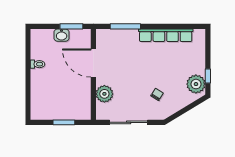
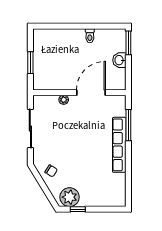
window: (71, 26) -> (128, 43), moved
row of seats: (166, 35) -> (119, 145), moved
plant: (104, 94) -> (64, 100), width x0.53, depth x0.53
chair: (157, 94) -> (51, 171), moved

